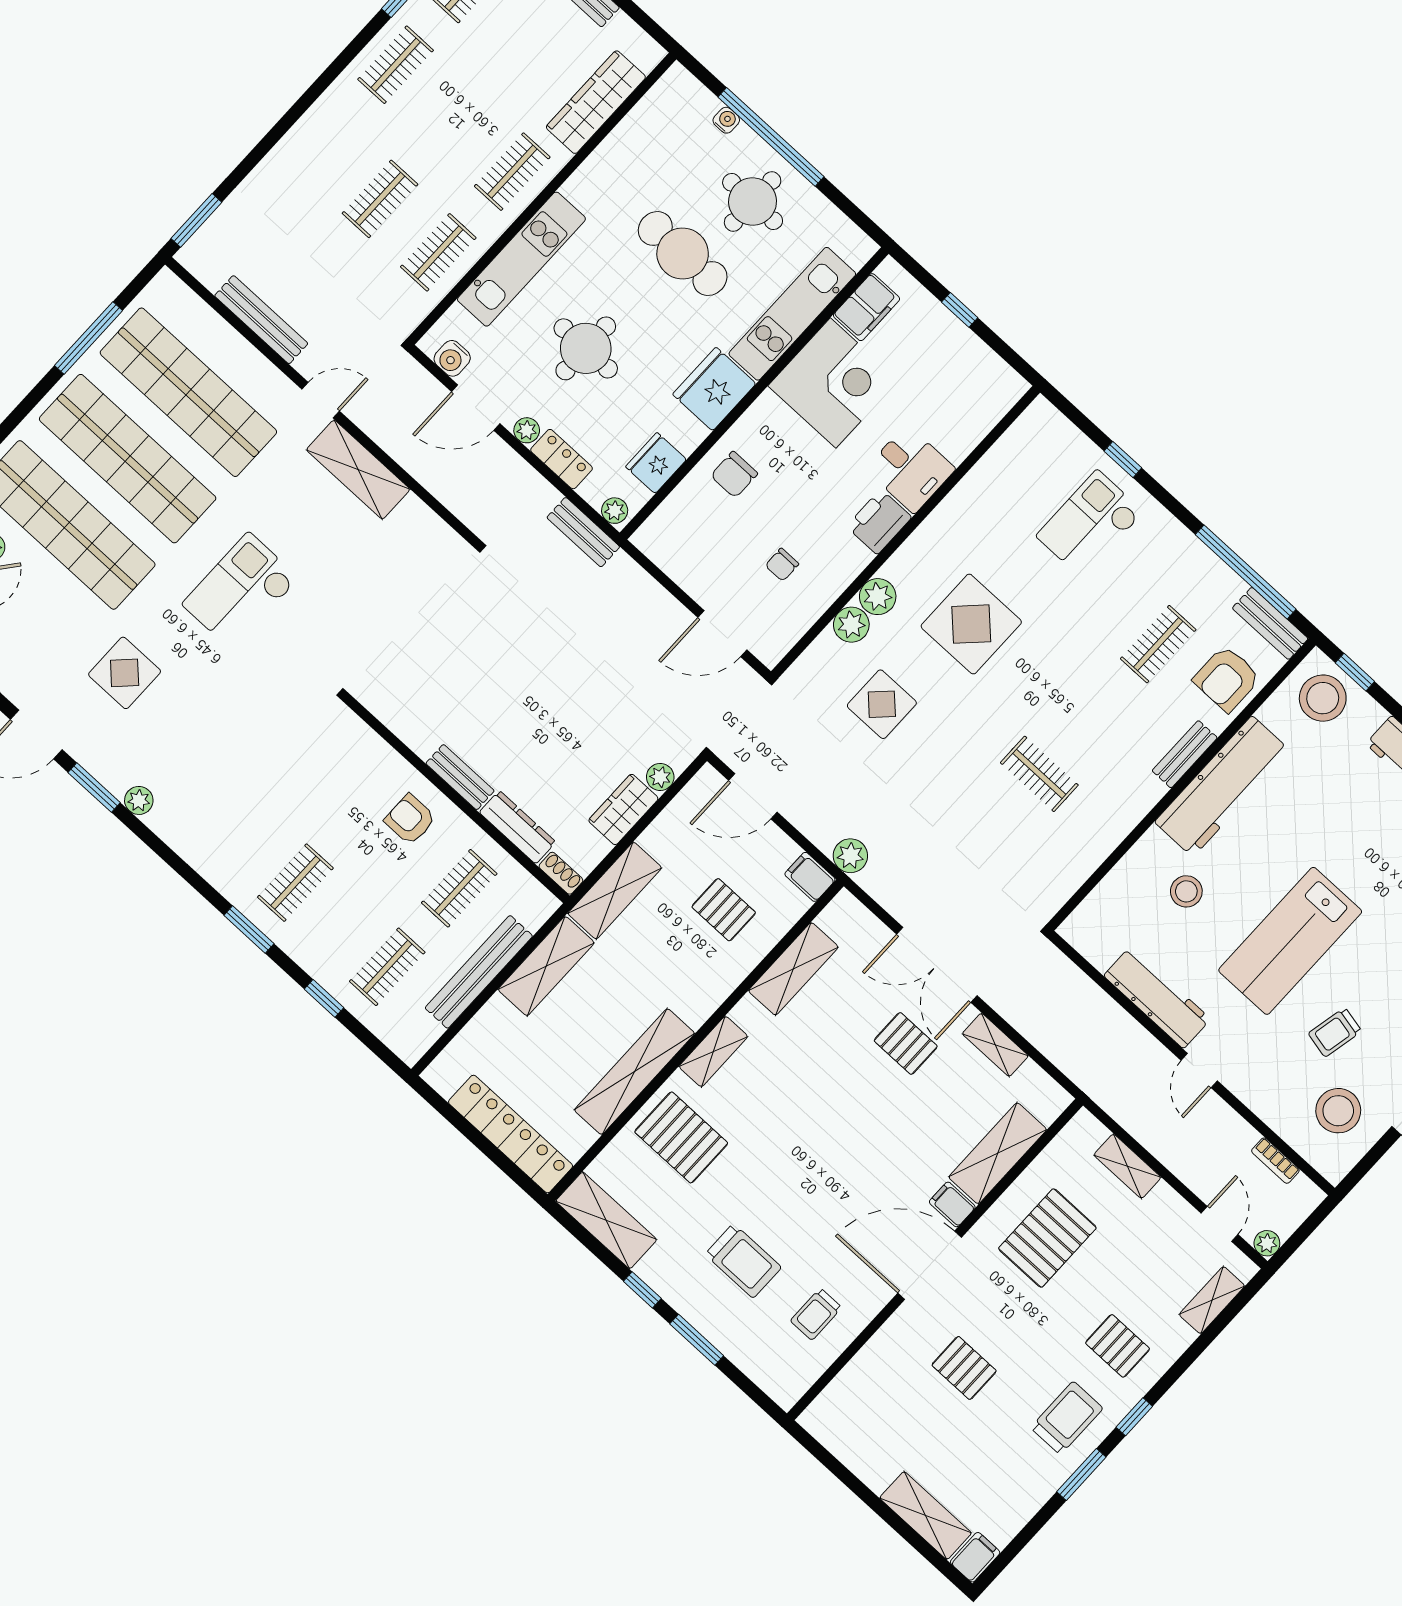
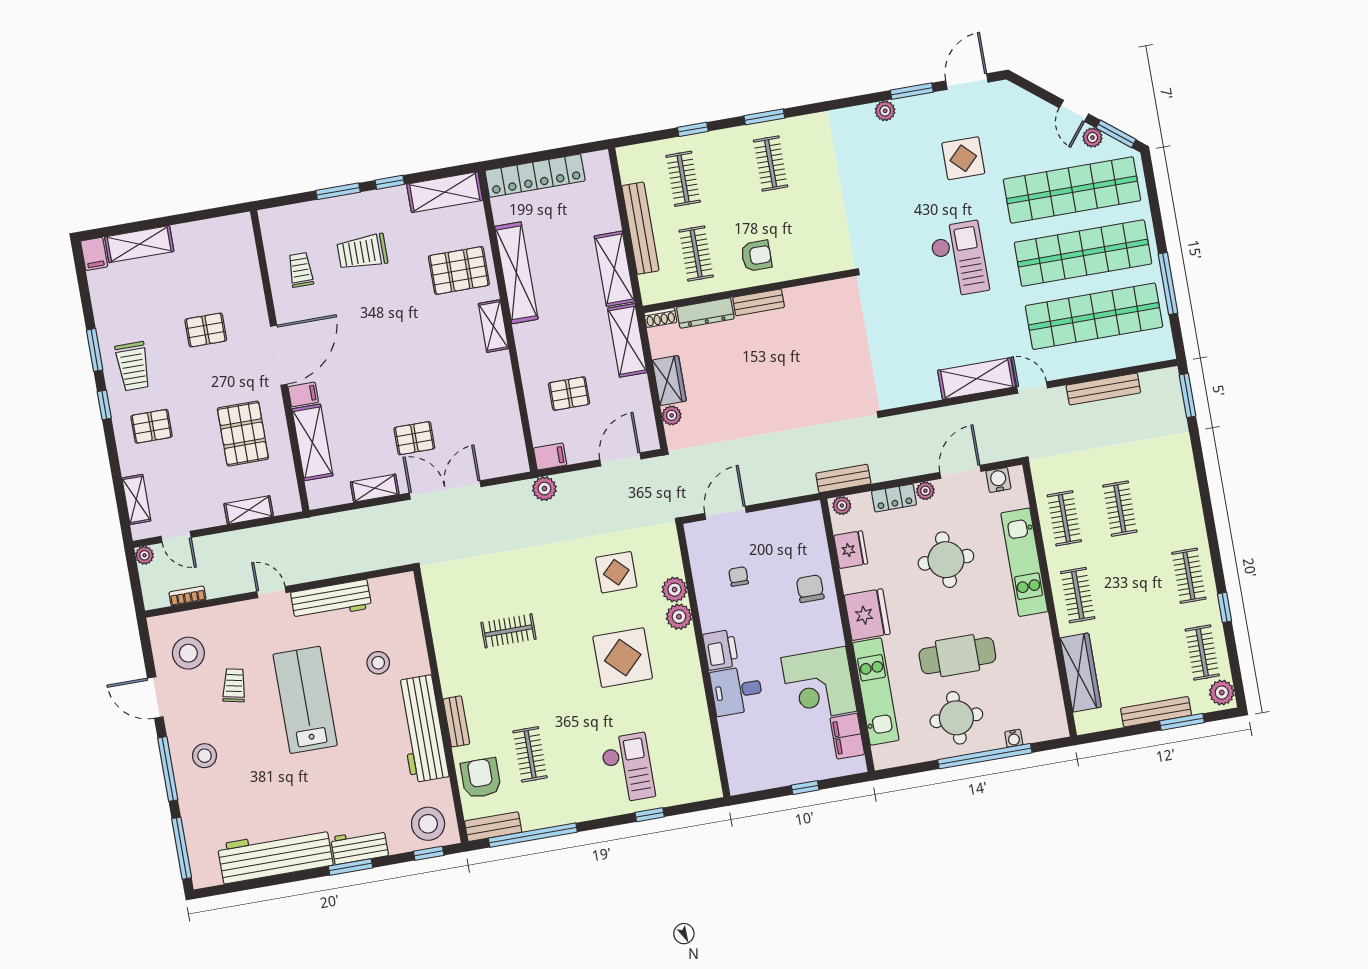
door: (321, 400) -> (1032, 388), swing flipped
shelving: (793, 969) -> (505, 407), removed

